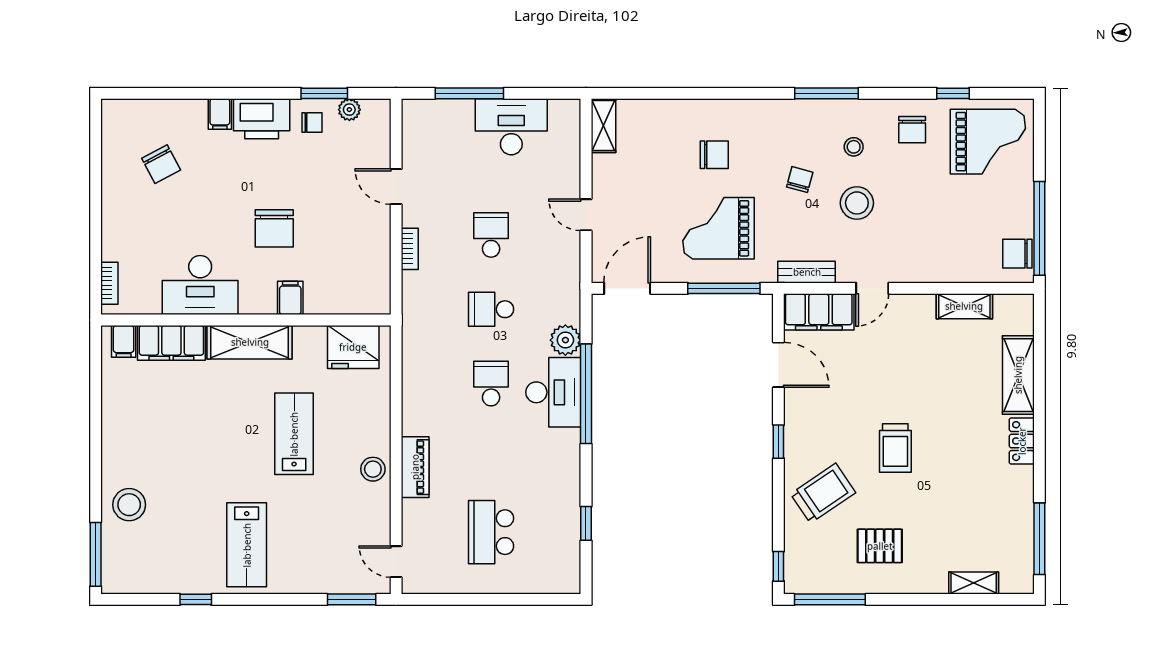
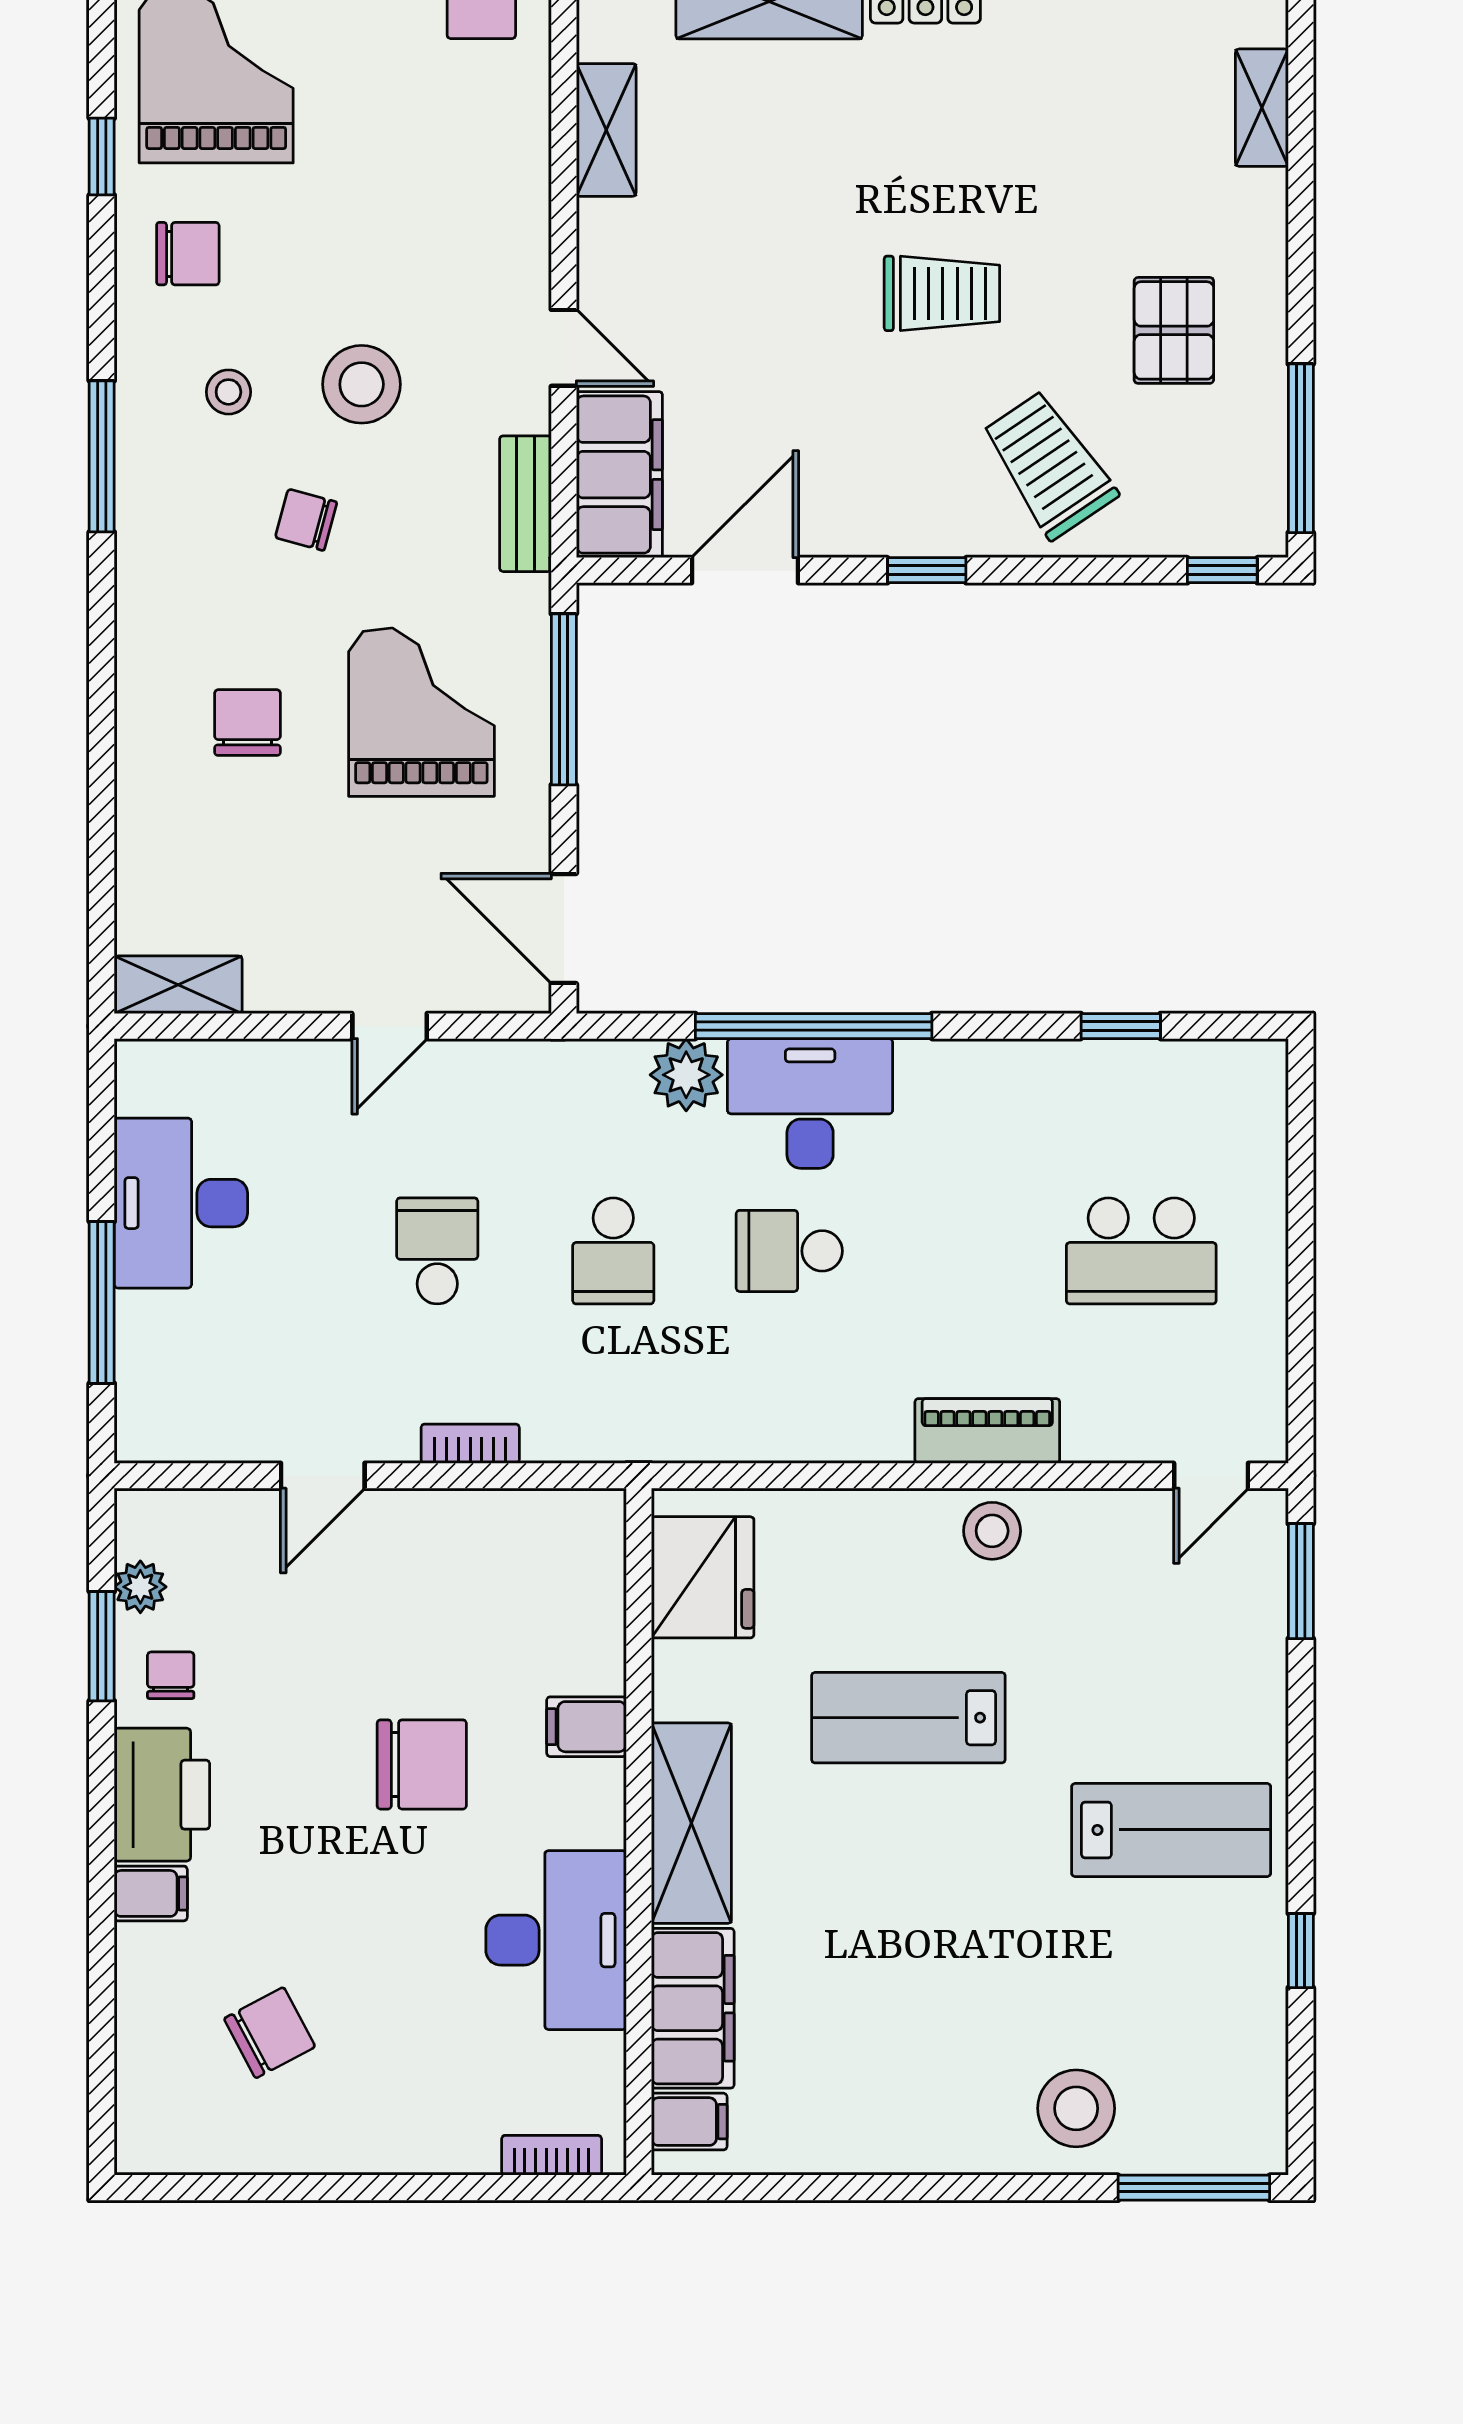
grand piano: (719, 228) -> (421, 712), turned 180
school desk: (491, 235) -> (437, 1251), turned 90

